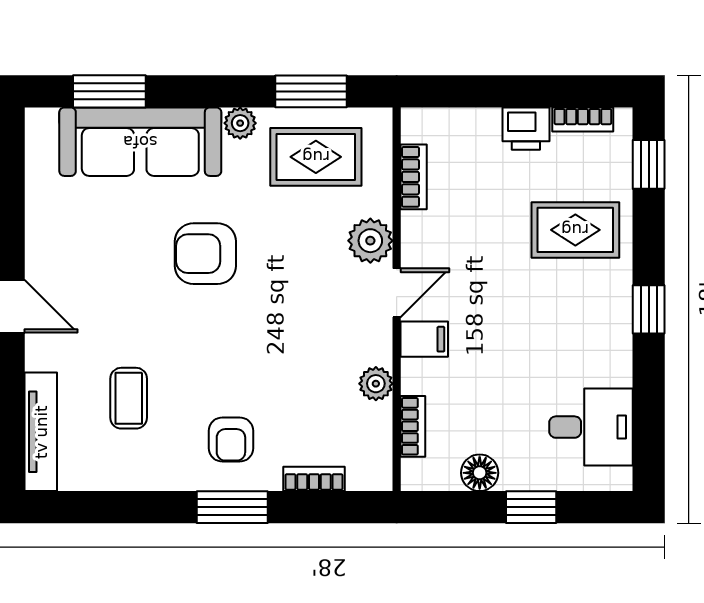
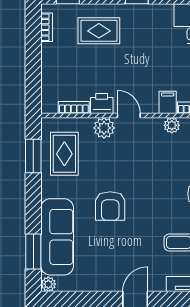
plant: (240, 123) -> (48, 284), moved
printer: (526, 129) -> (102, 103), moved, turned -90
rug: (575, 230) -> (99, 31), turned 90
filing cabinet: (424, 339) -> (168, 102), moved

